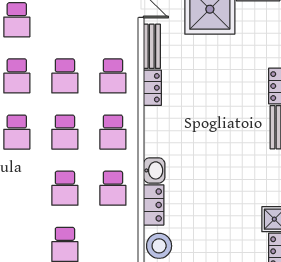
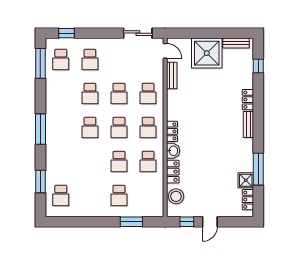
locker: (152, 88) -> (172, 131), moved

